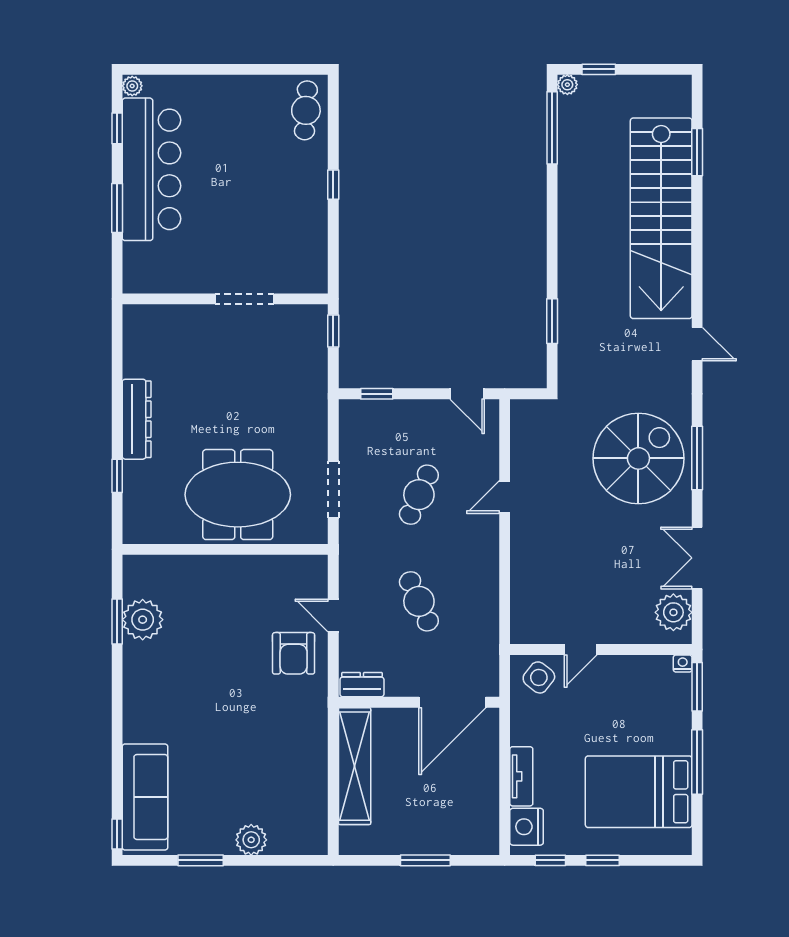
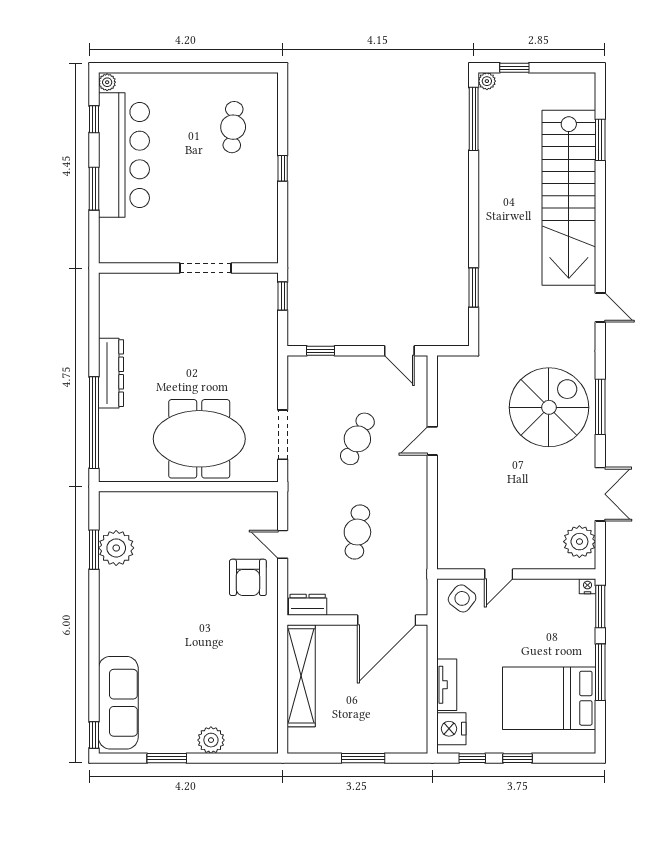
cafe table: (306, 110) -> (233, 127), moved
window: (117, 476) -> (94, 423), width x3.17
double door: (697, 558) -> (600, 494), swing flipped
cafe table: (419, 601) -> (357, 532), turned 33

